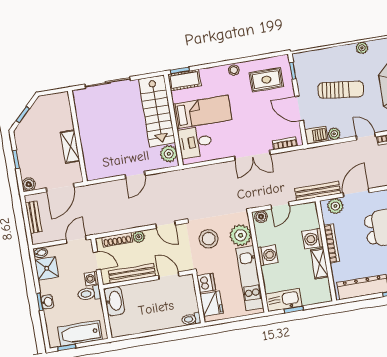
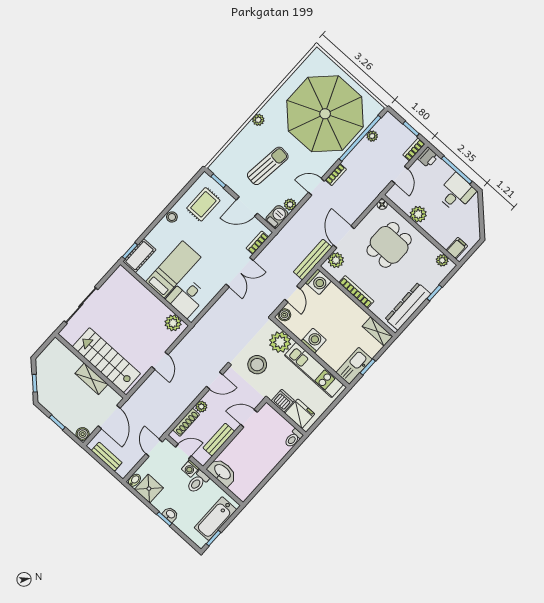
stairs: (157, 111) -> (106, 360), moved, turned 180
washing machine: (313, 239) -> (318, 282), moved, turned -90
shelving: (319, 263) -> (377, 331), moved
bench: (132, 274) -> (219, 440), width x0.73

